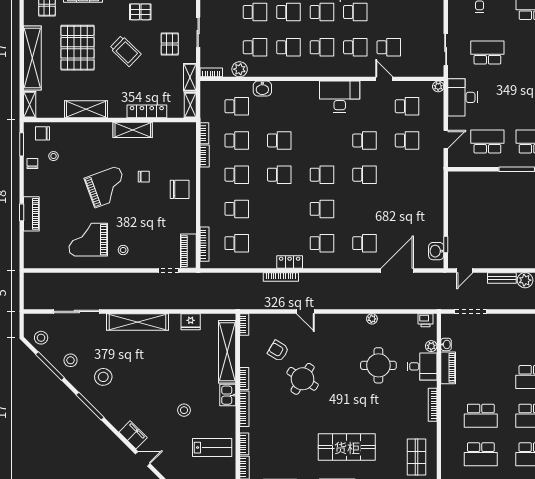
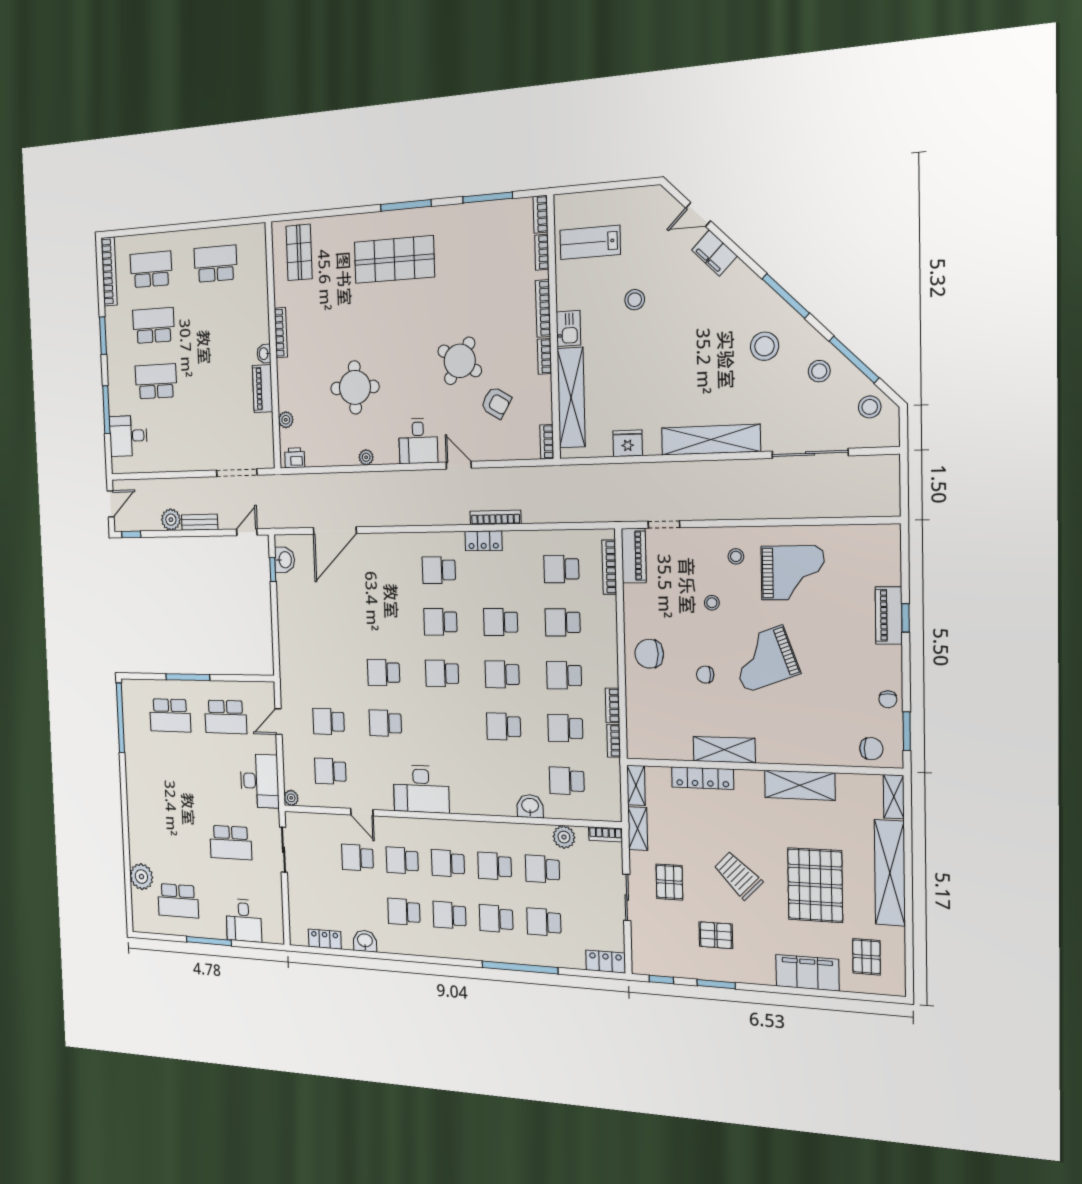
stool: (54, 156) -> (712, 603), moved
school desk: (365, 243) -> (501, 622), moved
washbasin: (446, 344) -> (264, 354), moved
desk: (422, 366) -> (418, 441), moved, turned -90
school desk: (481, 416) -> (218, 321), removed

